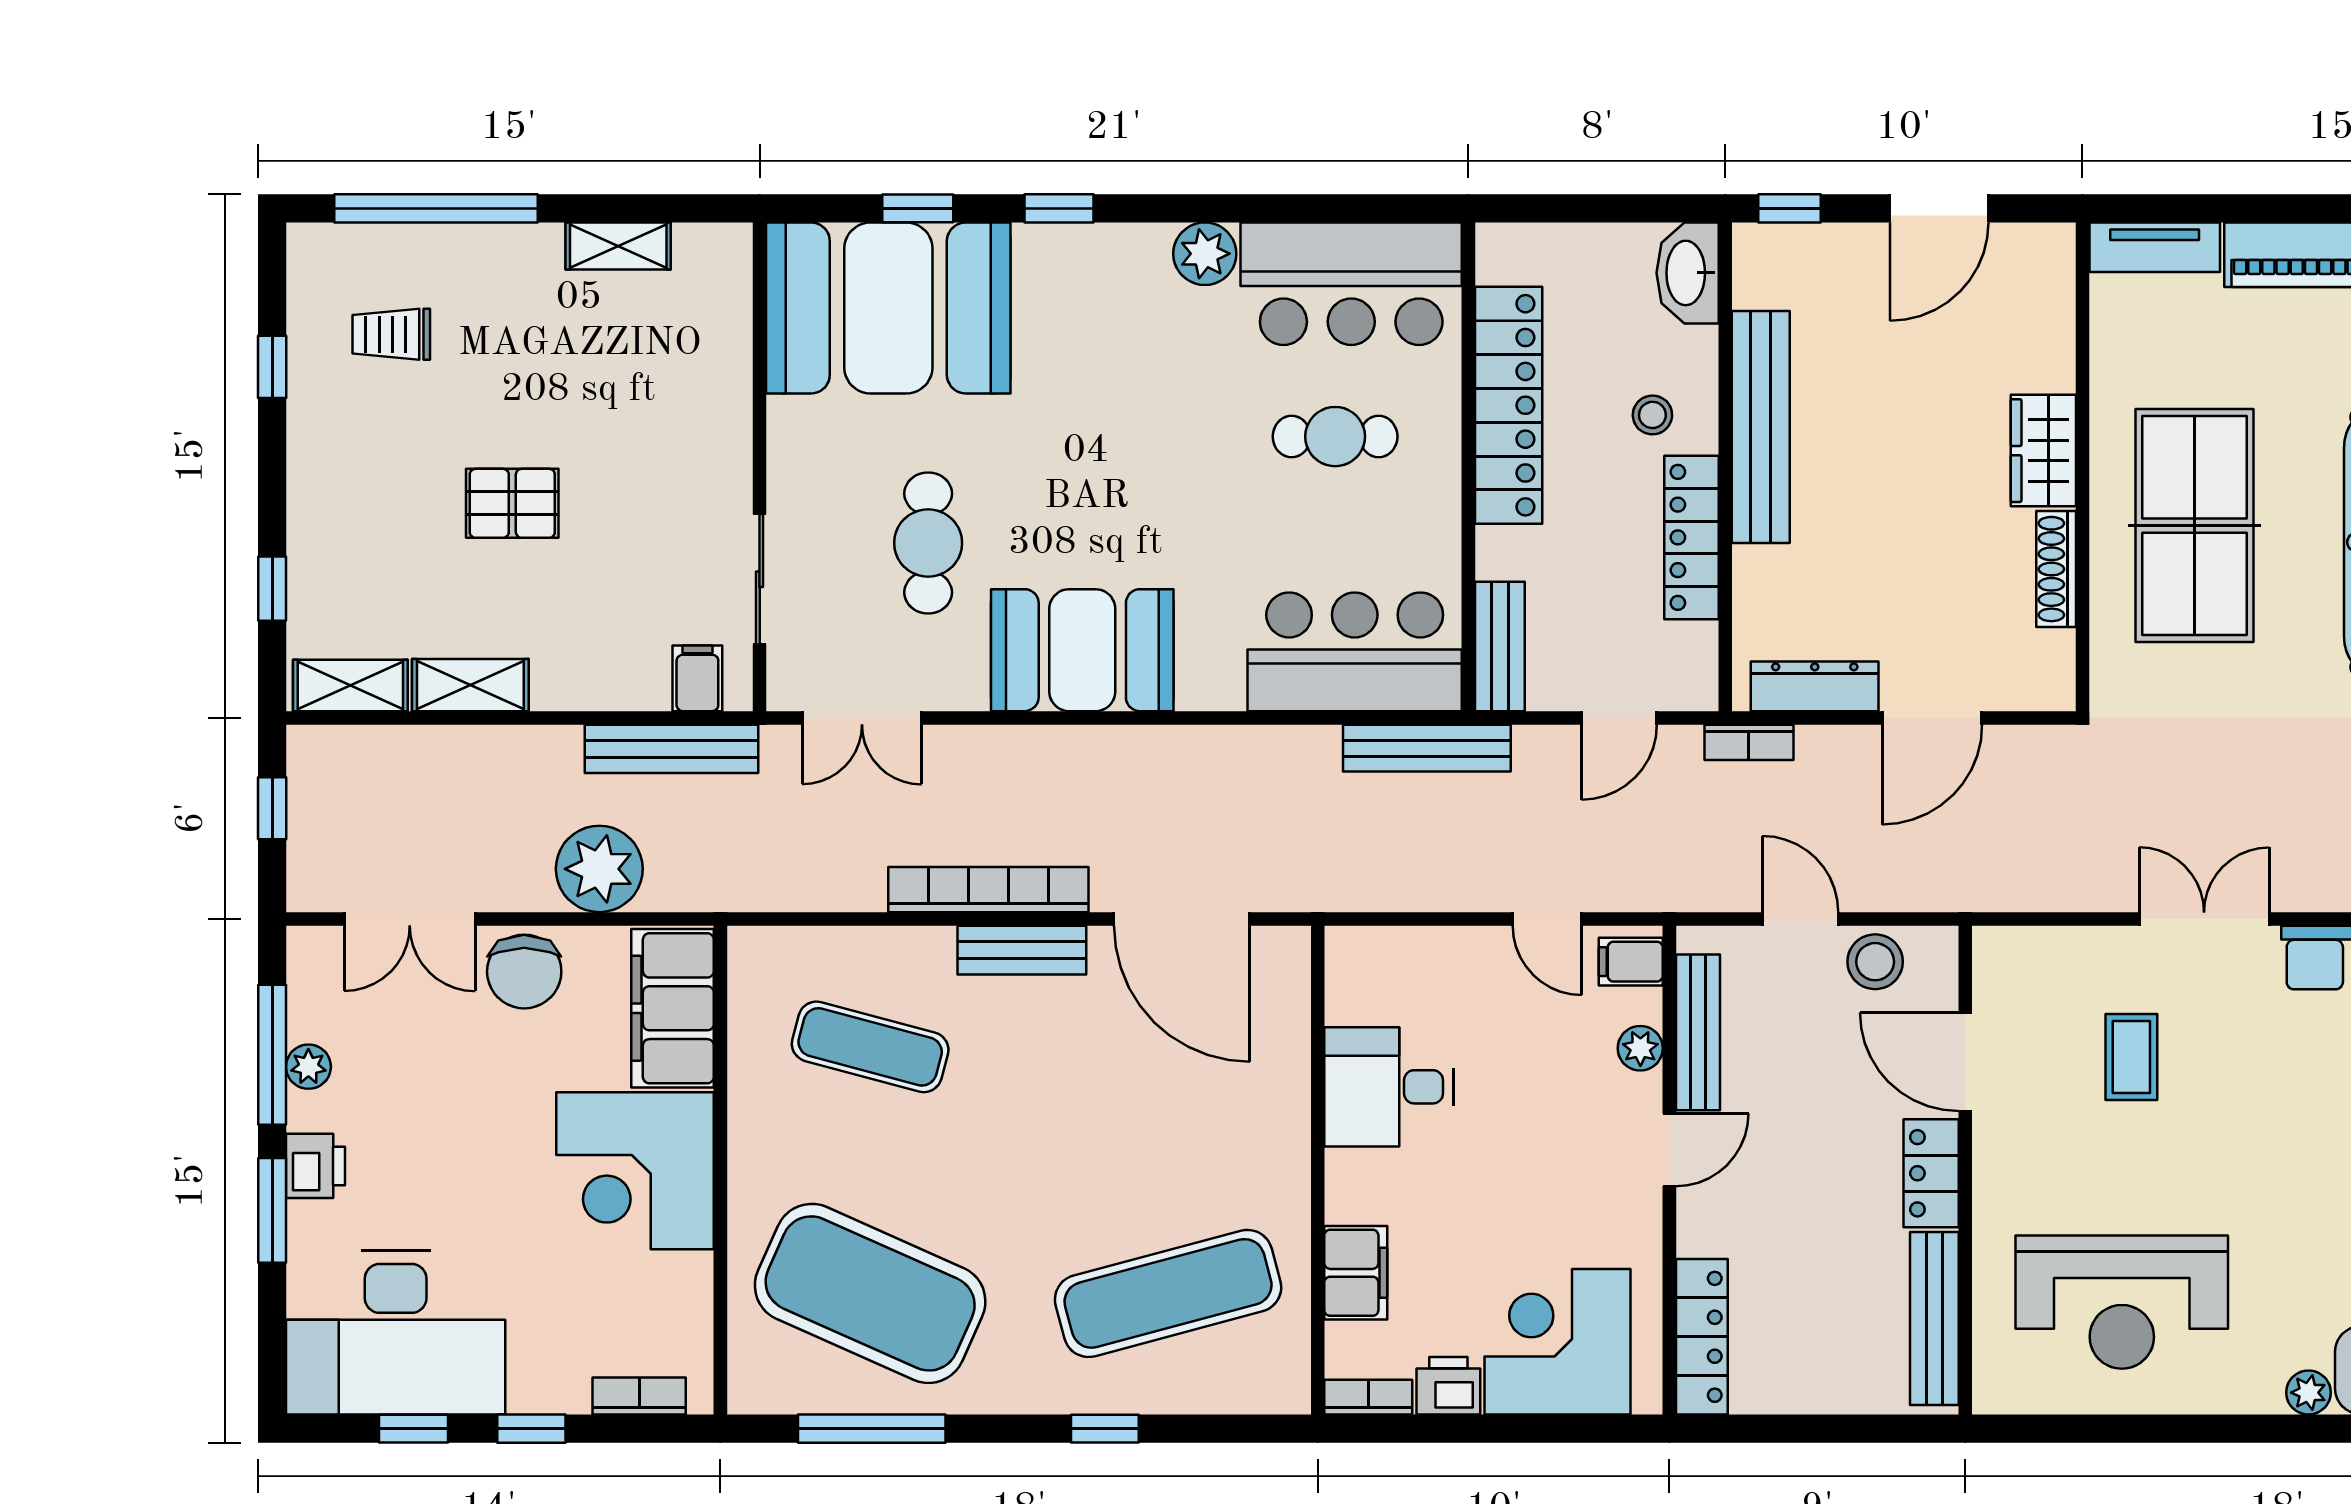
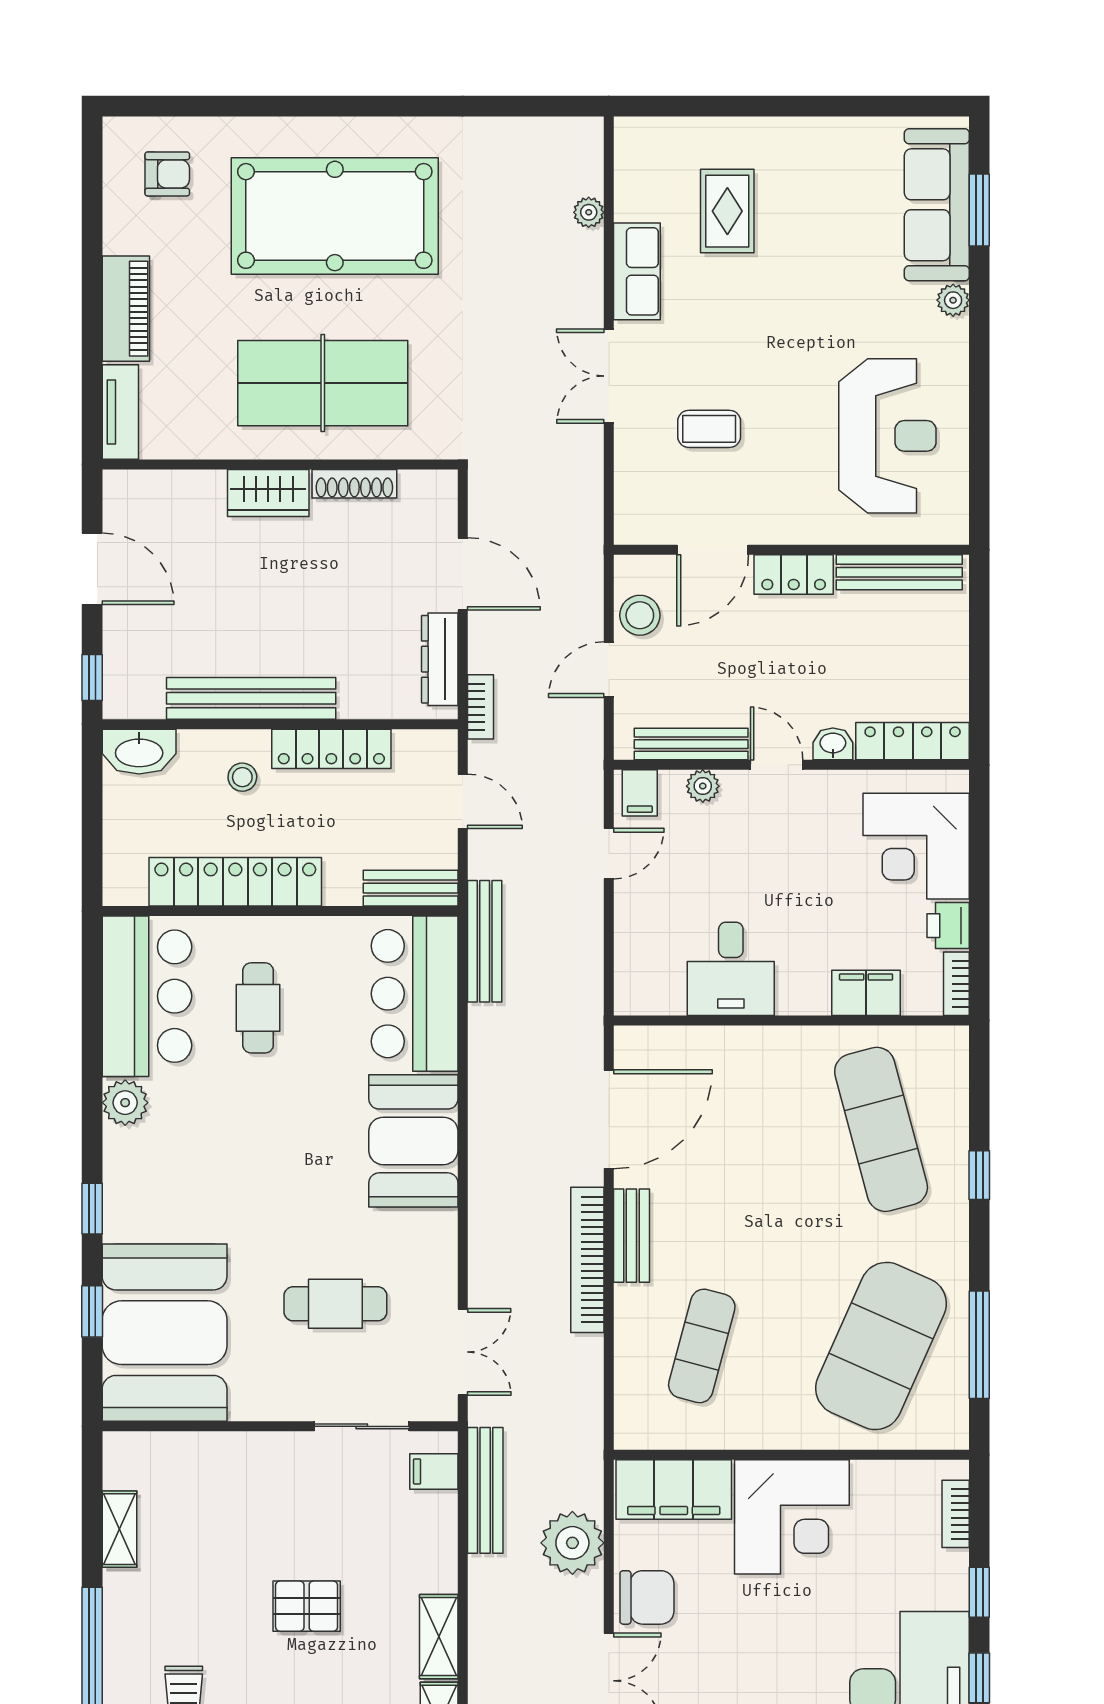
pallet: (512, 503) -> (307, 1606), turned 90
booth: (1082, 650) -> (413, 1141), moved
washbasin: (1698, 1227) -> (833, 744), added

